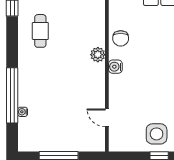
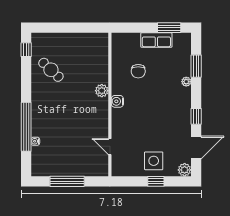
cafe table: (40, 31) -> (51, 70), turned -47
chair: (121, 38) -> (138, 71), moved

